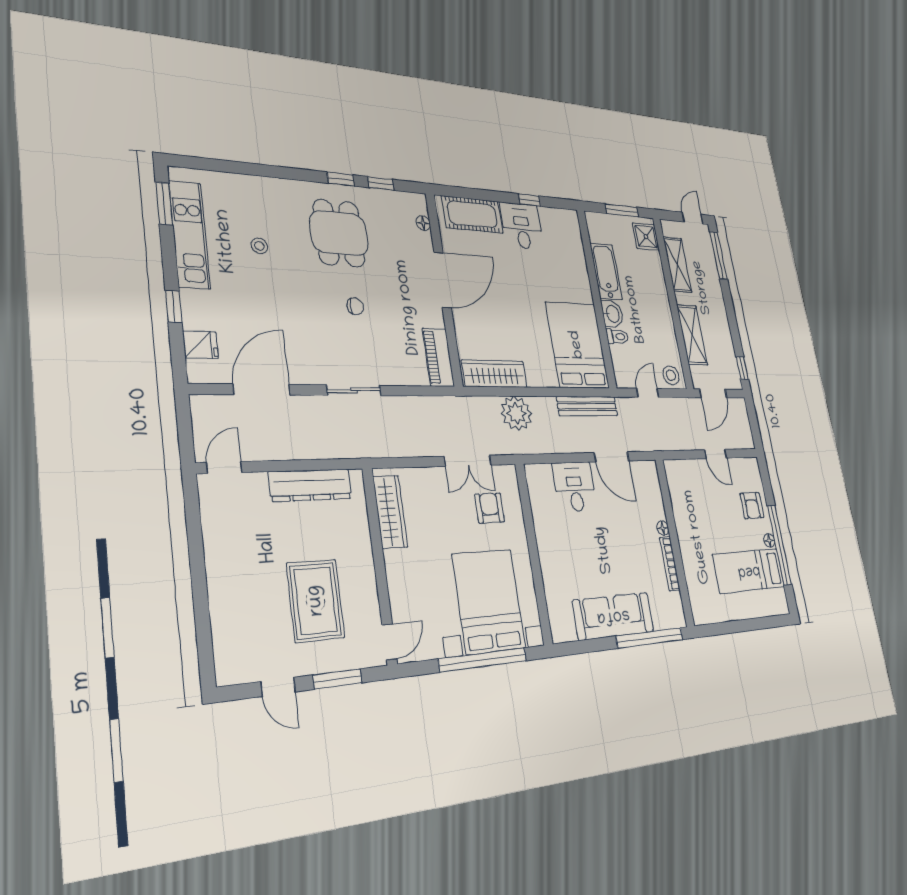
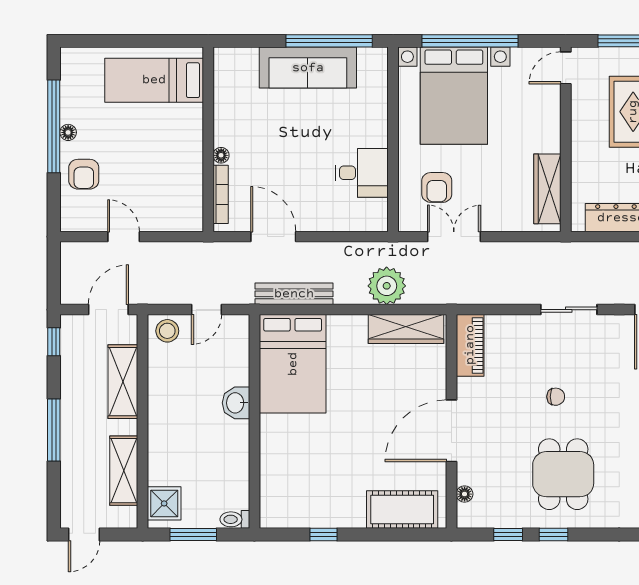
desk: (522, 226) -> (340, 502), removed
window: (718, 255) -> (54, 430), moved
bathtub: (606, 271) -> (234, 455), removed
chair: (355, 306) -> (556, 397), turned 180
toilet: (617, 336) -> (235, 519), moved
desk: (575, 487) -> (362, 173), moved, turned -90
armchair: (752, 506) -> (84, 174), turned 180
bookcase: (670, 564) -> (221, 194), moved
bed: (749, 571) -> (154, 80), moved, turned 180
window: (650, 638) -> (329, 41), moved

